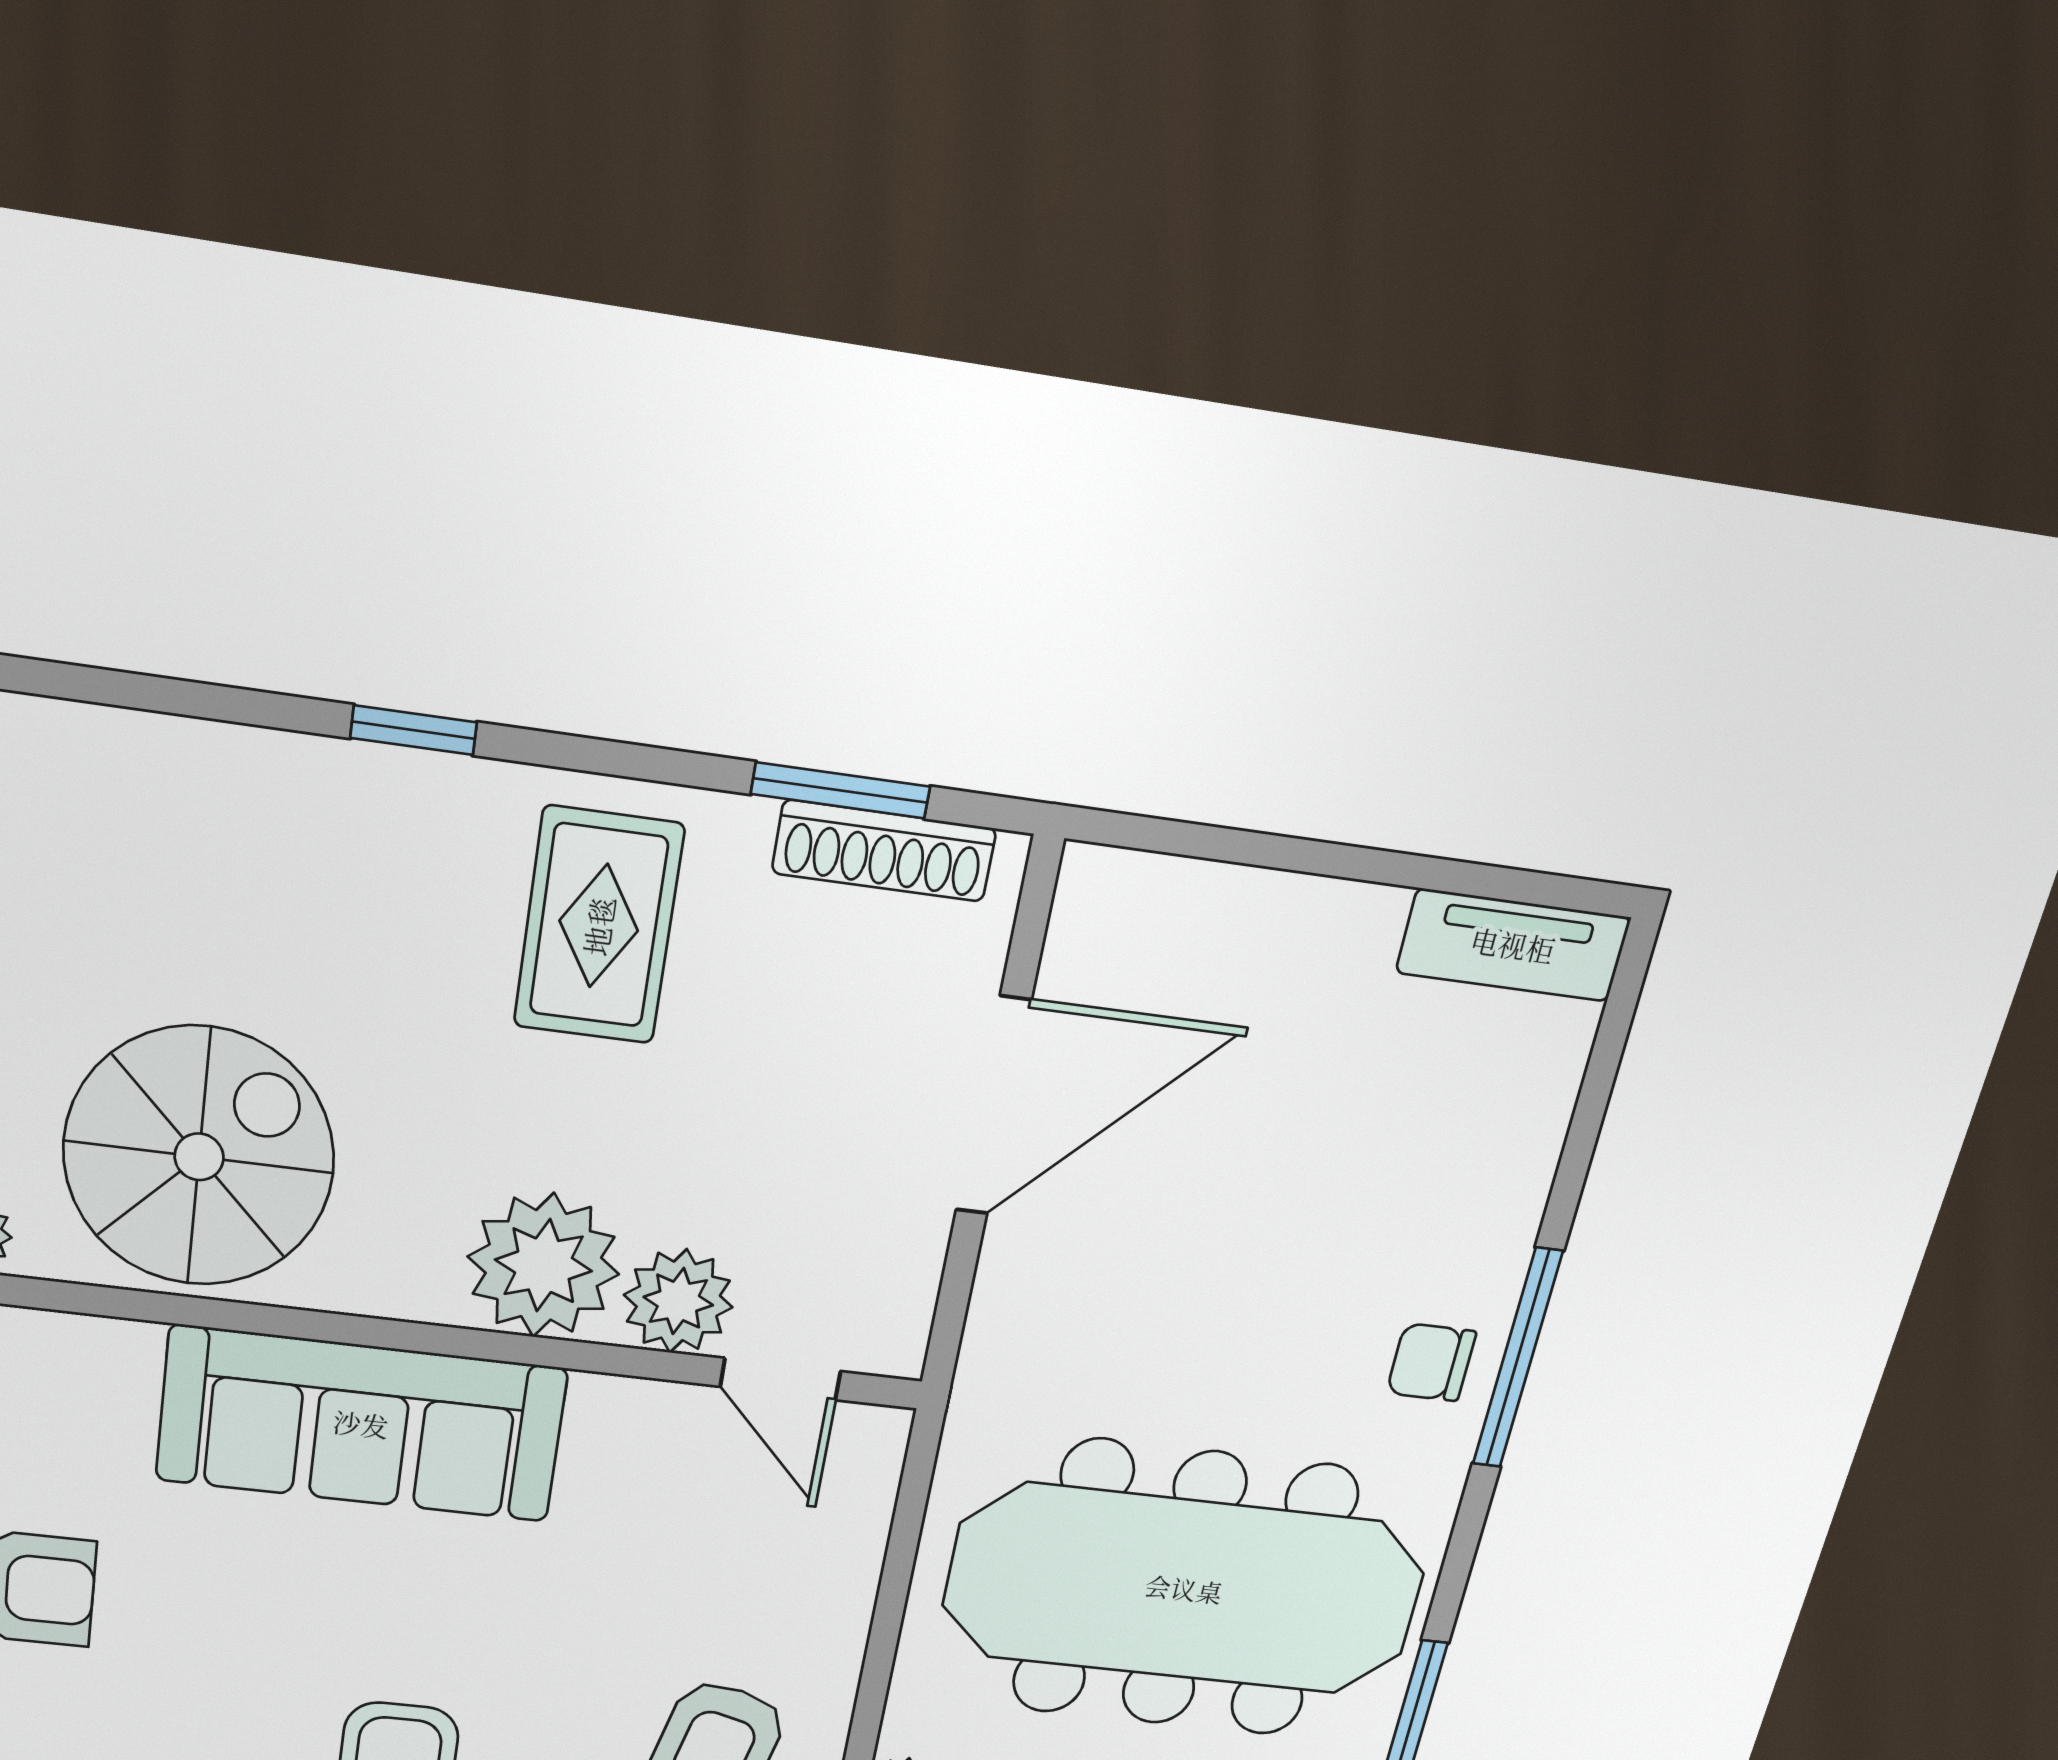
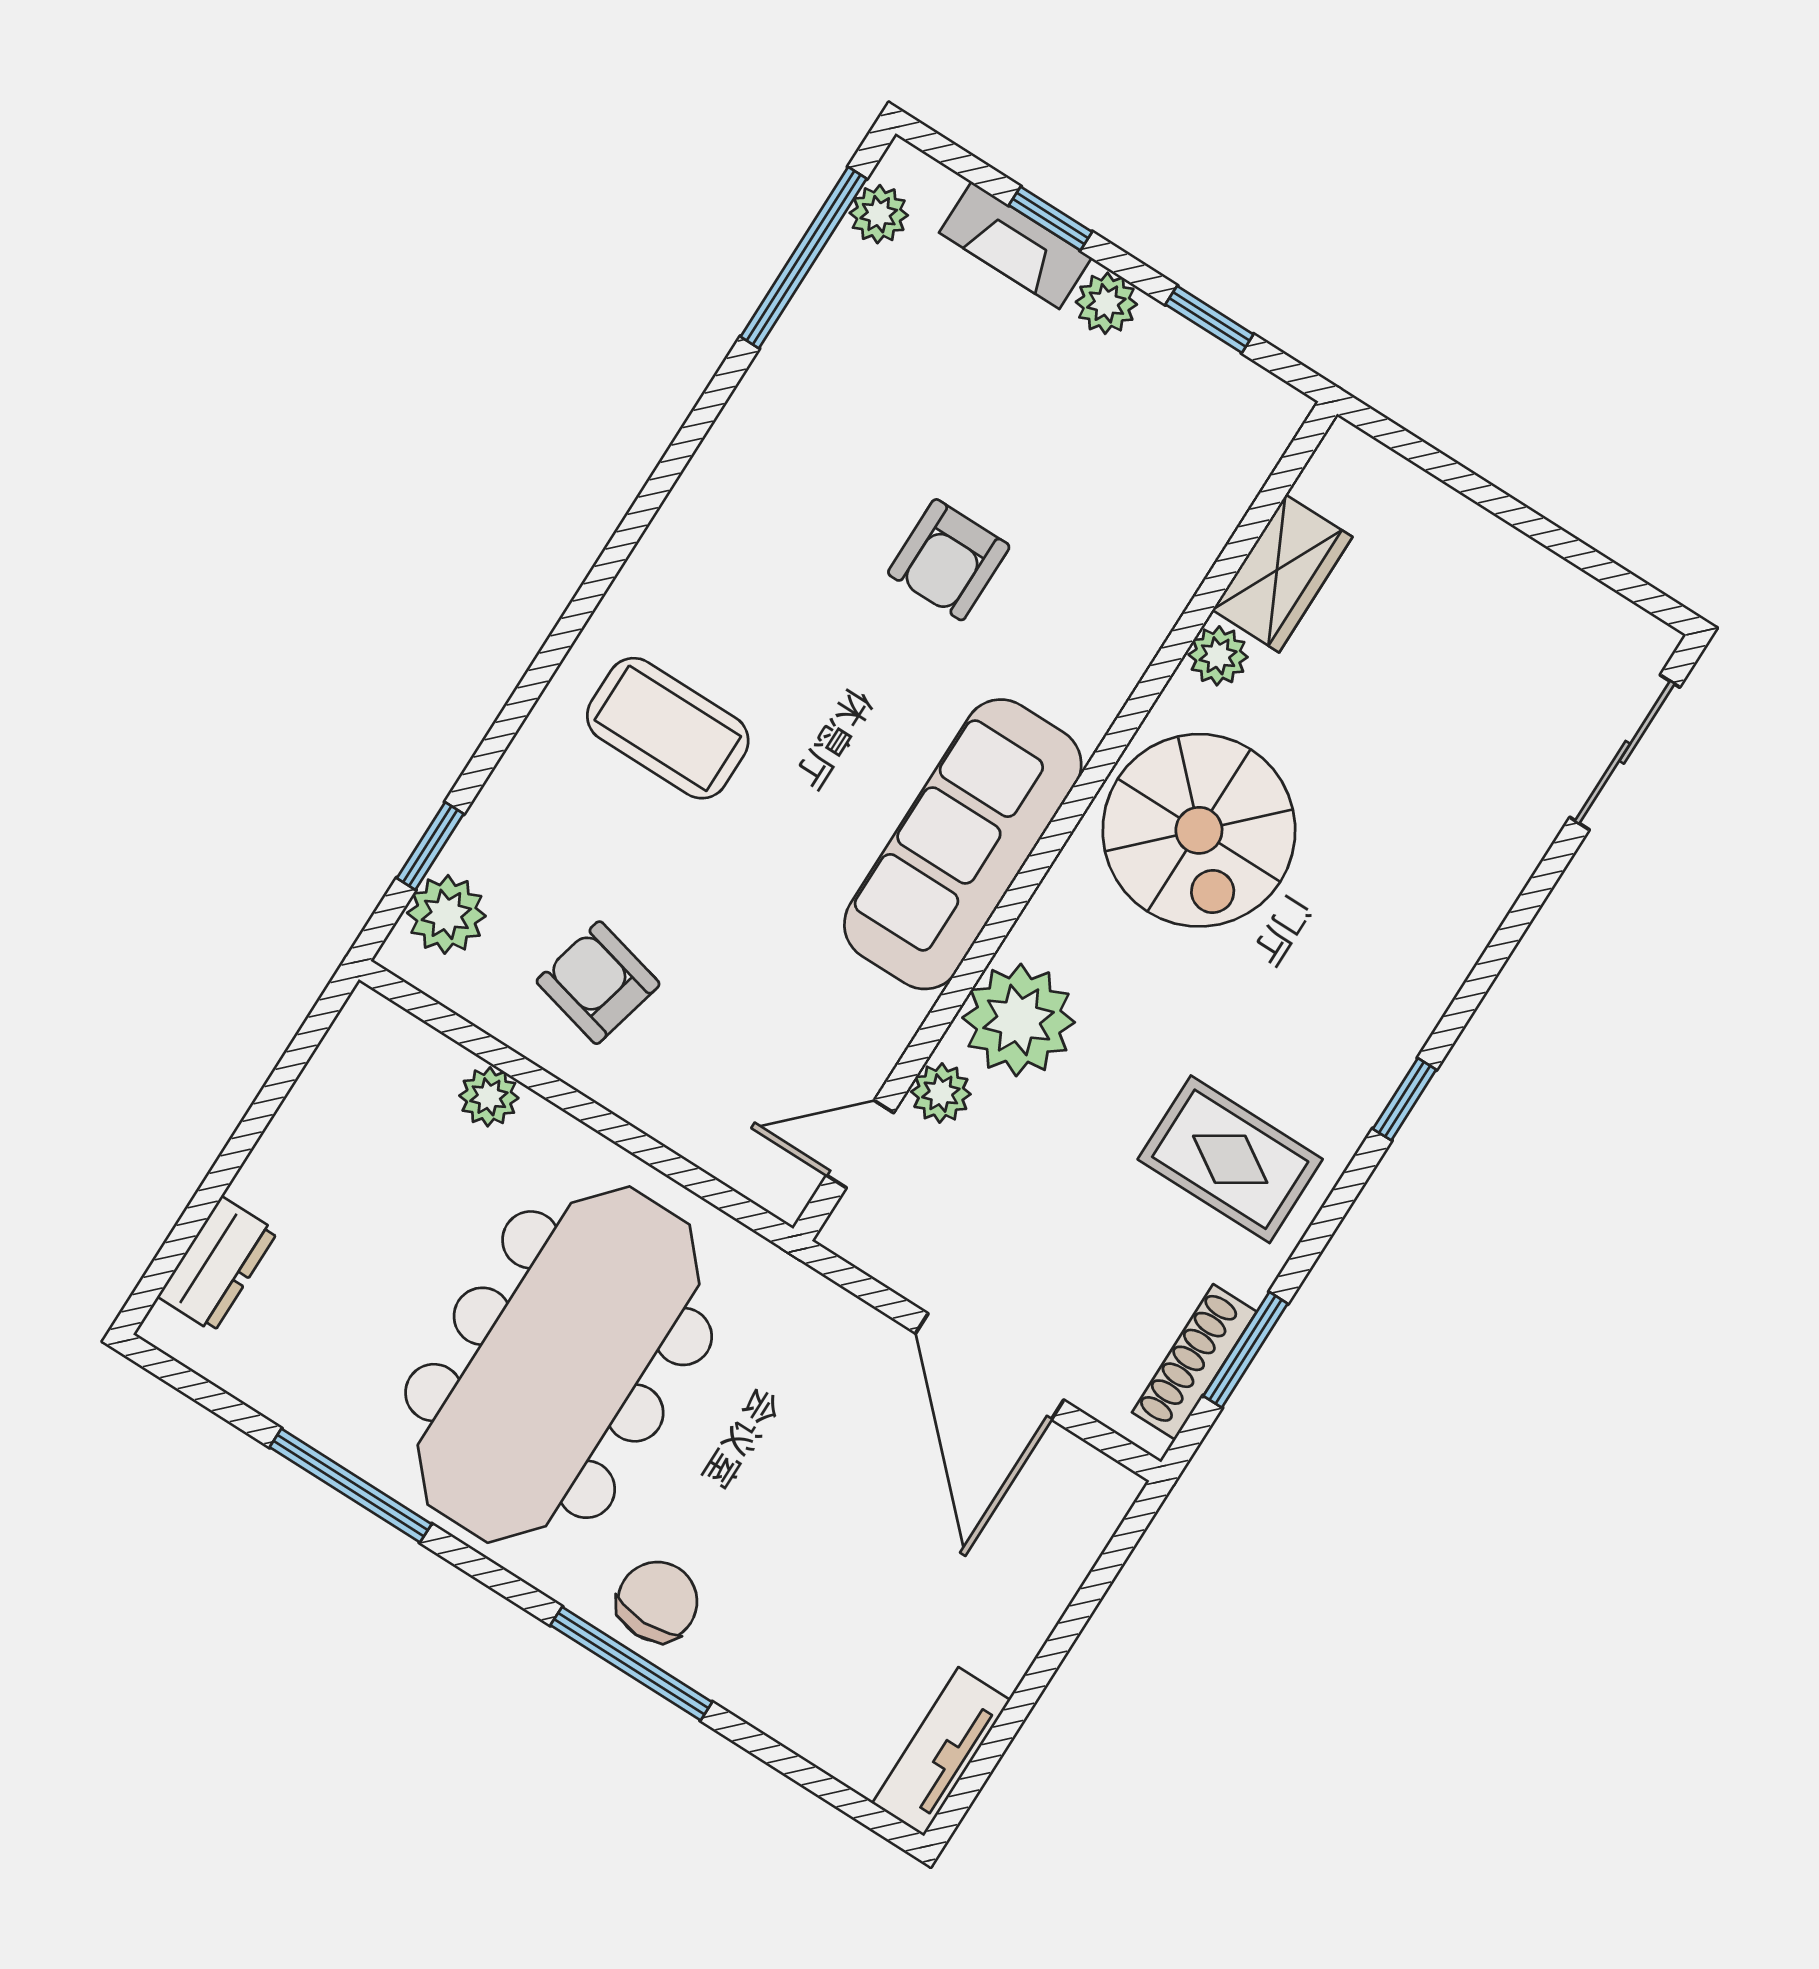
plant: (678, 1301) -> (941, 1093), width x0.73, depth x0.73
chair: (1431, 1362) -> (657, 1602), width x1.37, depth x1.37

